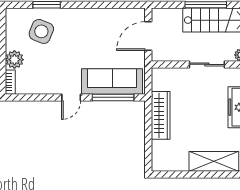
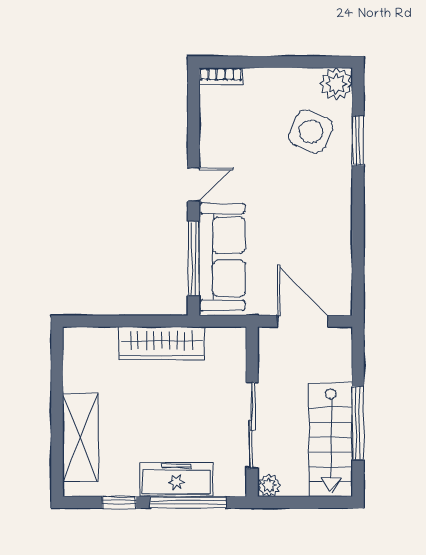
plant: (14, 60) -> (336, 84), moved
sliding door: (207, 64) -> (252, 425), width x1.37
door: (71, 97) -> (194, 184), swing flipped

